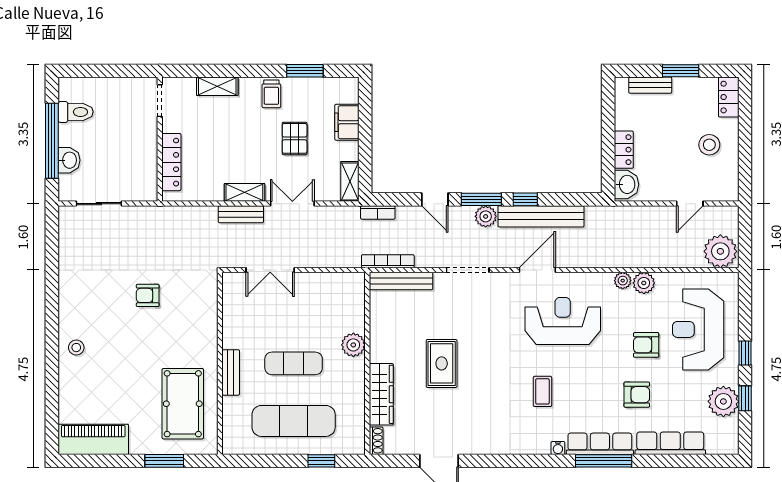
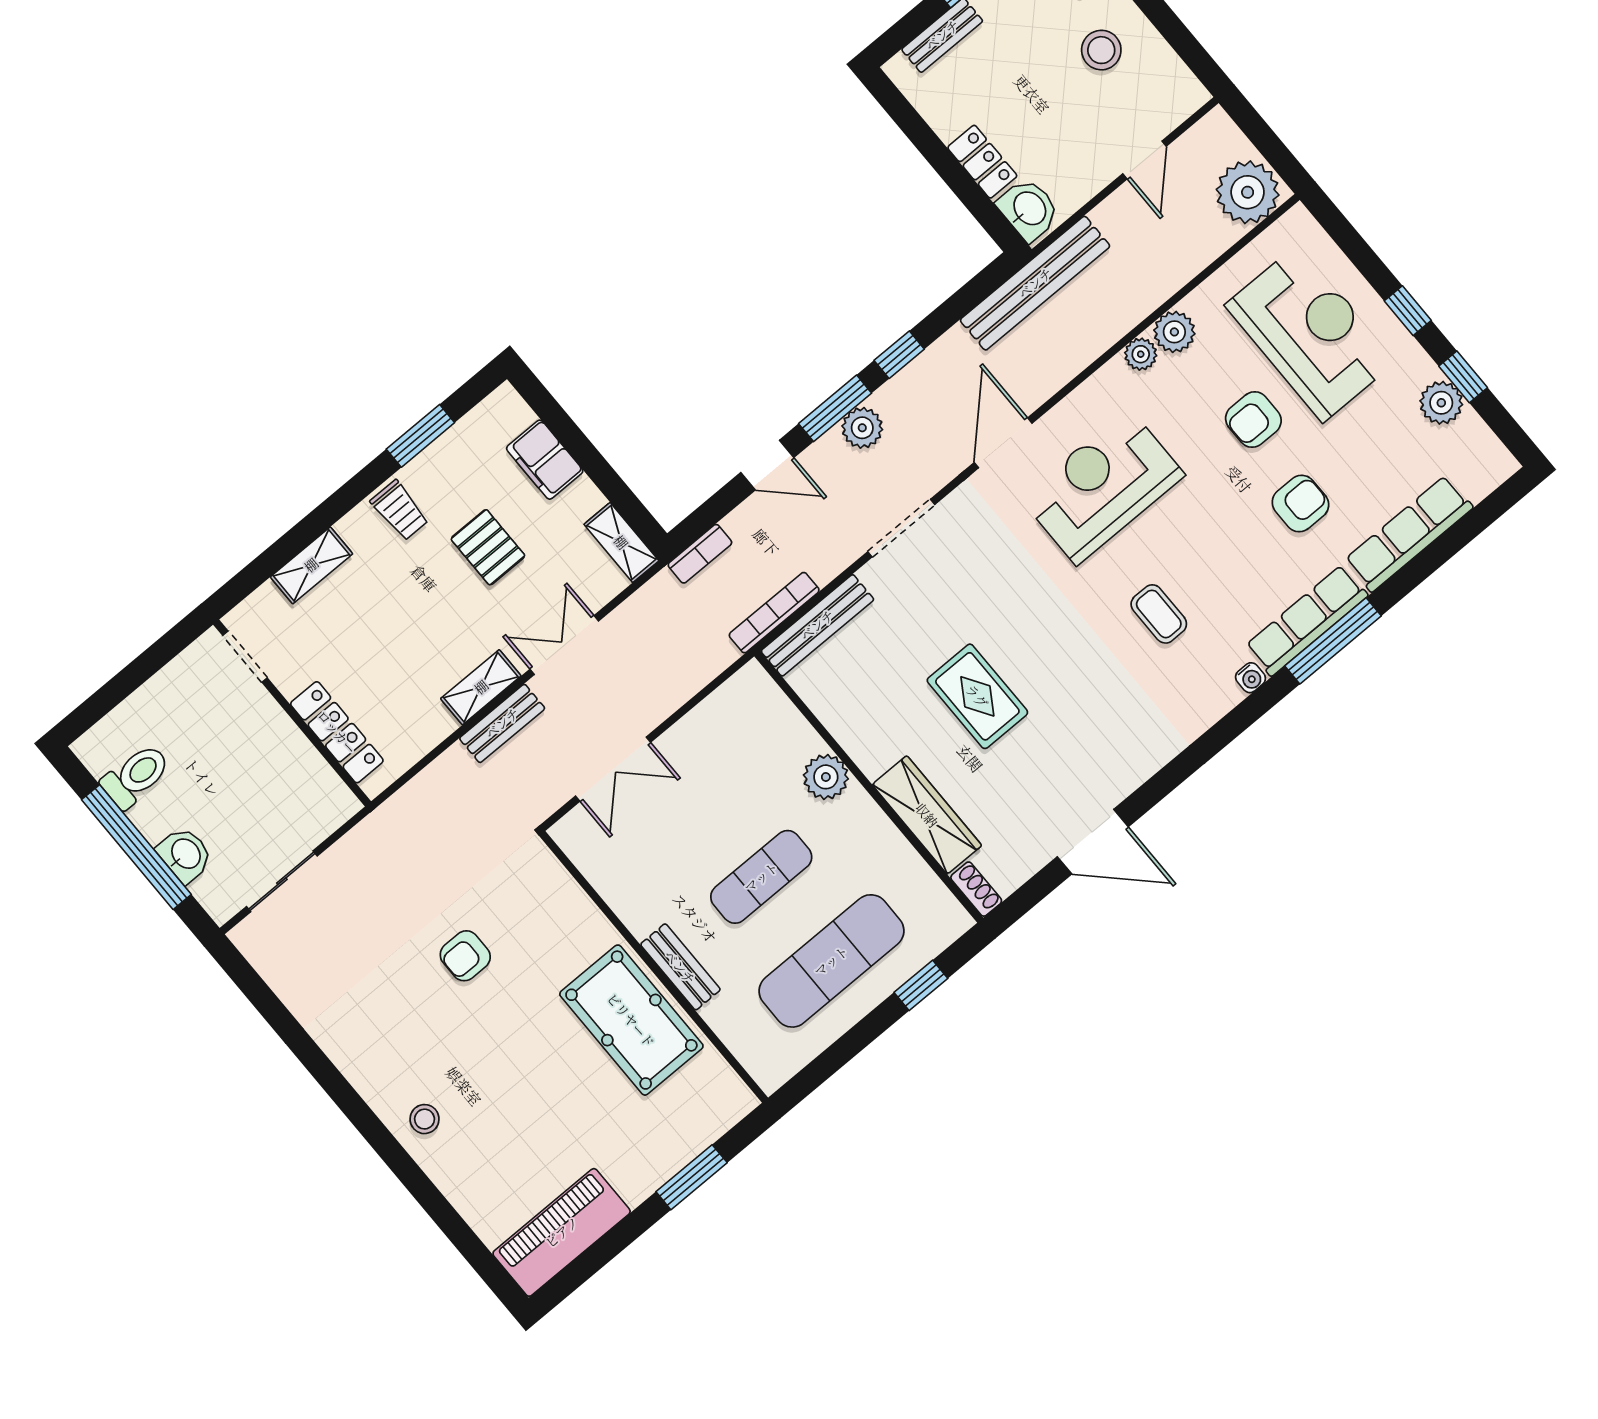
bench: (541, 216) -> (1035, 283), moved
reception desk: (698, 329) -> (1310, 333), turned 180
plant: (723, 401) -> (1441, 403), width x0.73, depth x0.73
pool table: (183, 404) -> (631, 1020), moved

